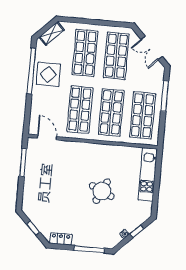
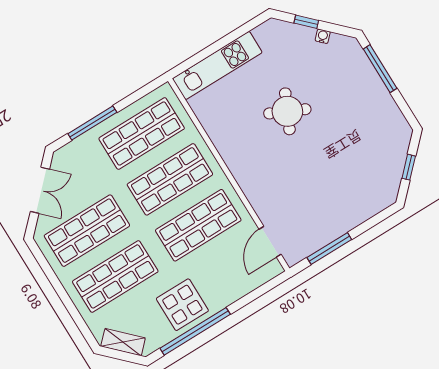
locker: (61, 239) -> (395, 118), removed

